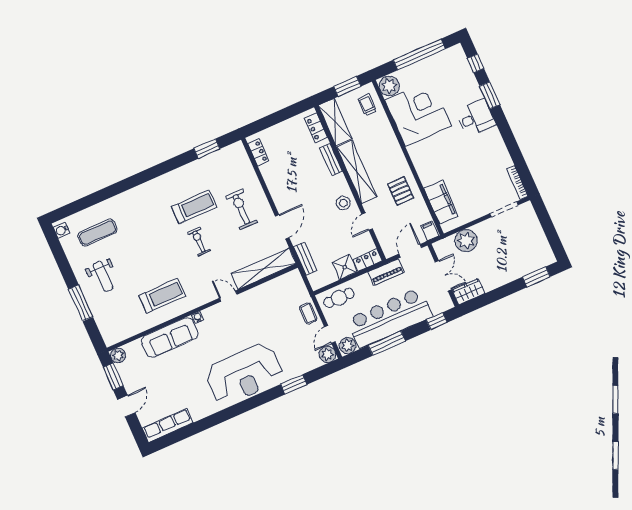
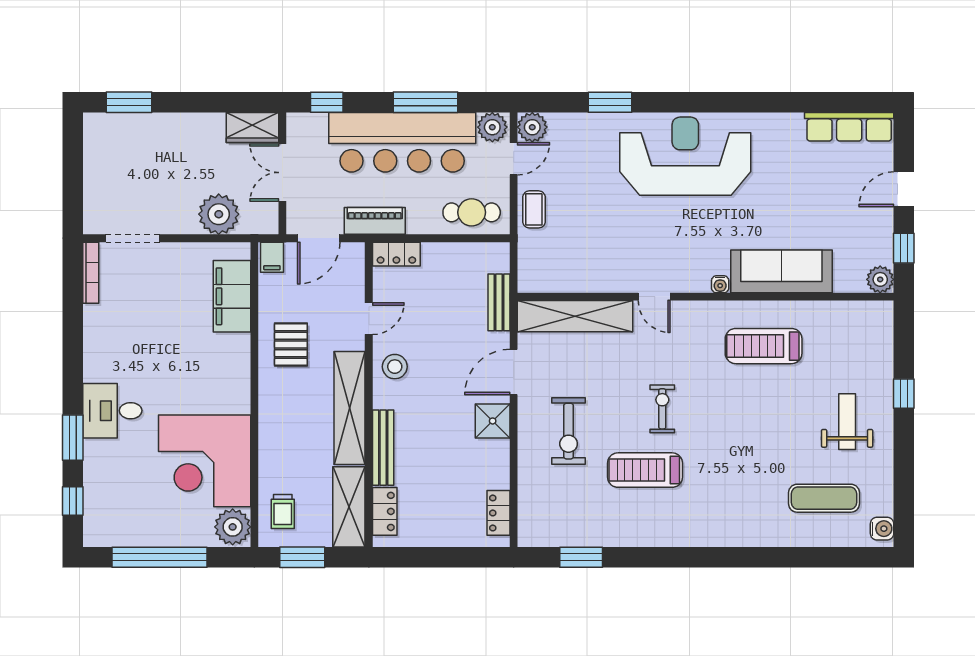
bench: (331, 160) -> (383, 448), width x1.36
exercise bike: (199, 242) -> (662, 409), turned 180
shower: (345, 267) -> (493, 421), moved
window: (81, 303) -> (904, 394), width x0.46
window: (113, 376) -> (904, 248), width x0.67

